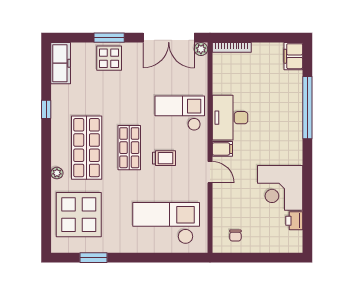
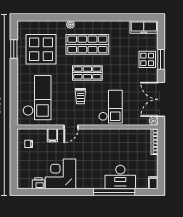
filing cabinet: (293, 56) -> (153, 183), width x0.50
window: (46, 109) -> (113, 17), removed
desk: (230, 118) -> (120, 177), moved, turned 180
filing cabinet: (222, 149) -> (52, 135), moved
display table: (79, 215) -> (41, 49), moved

